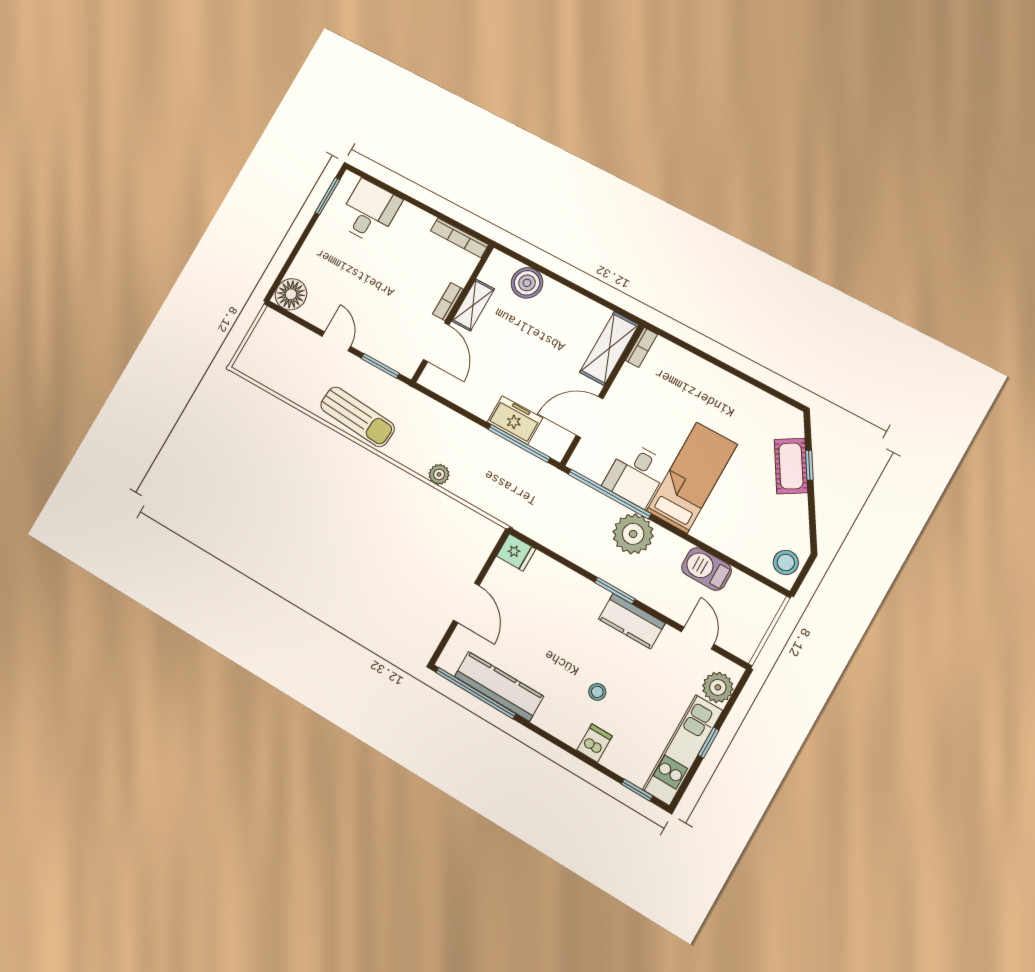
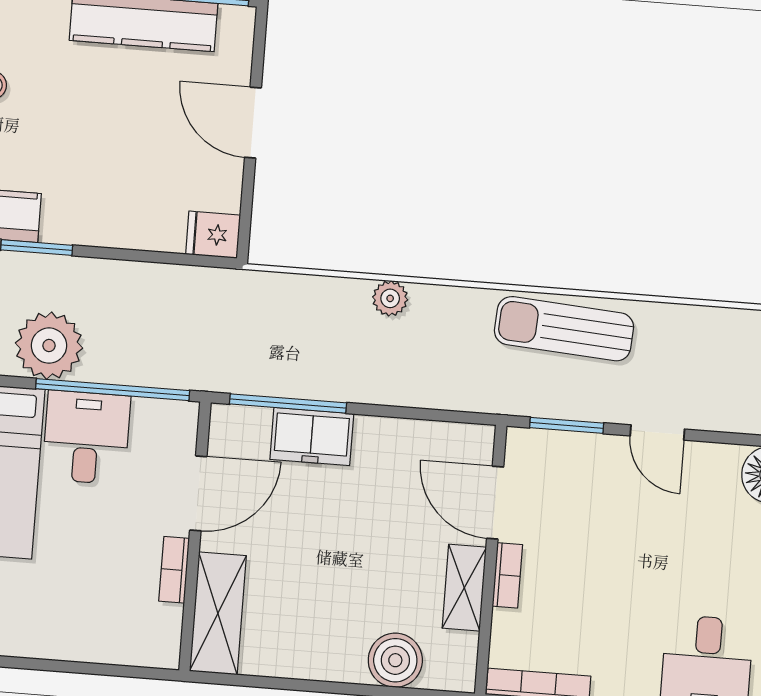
bookcase: (641, 347) -> (174, 570), moved

